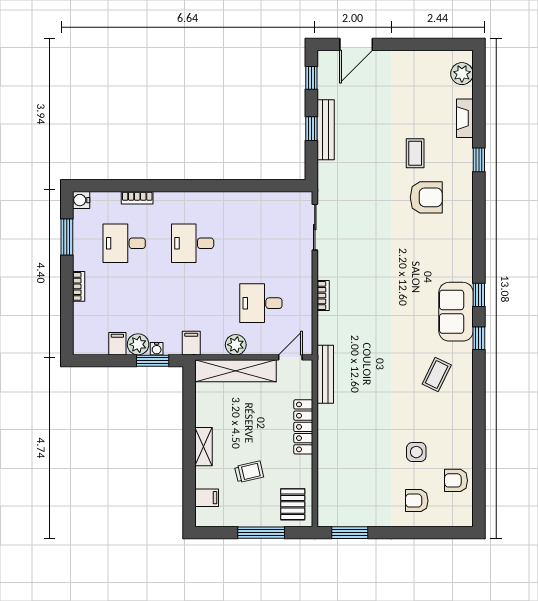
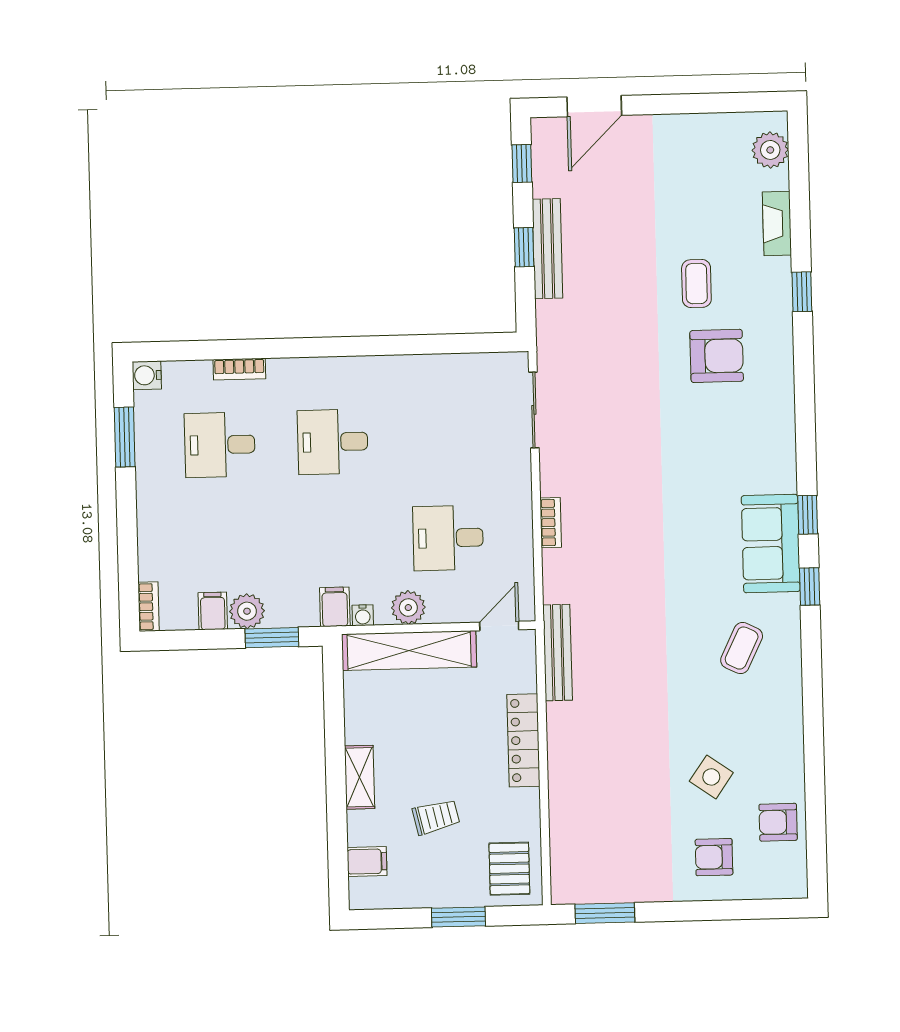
bookcase: (79, 286) -> (149, 607), moved
water cooler: (157, 349) -> (363, 615), moved
side table: (416, 452) -> (711, 777), turned 35
window: (261, 533) -> (458, 917), width x0.69

